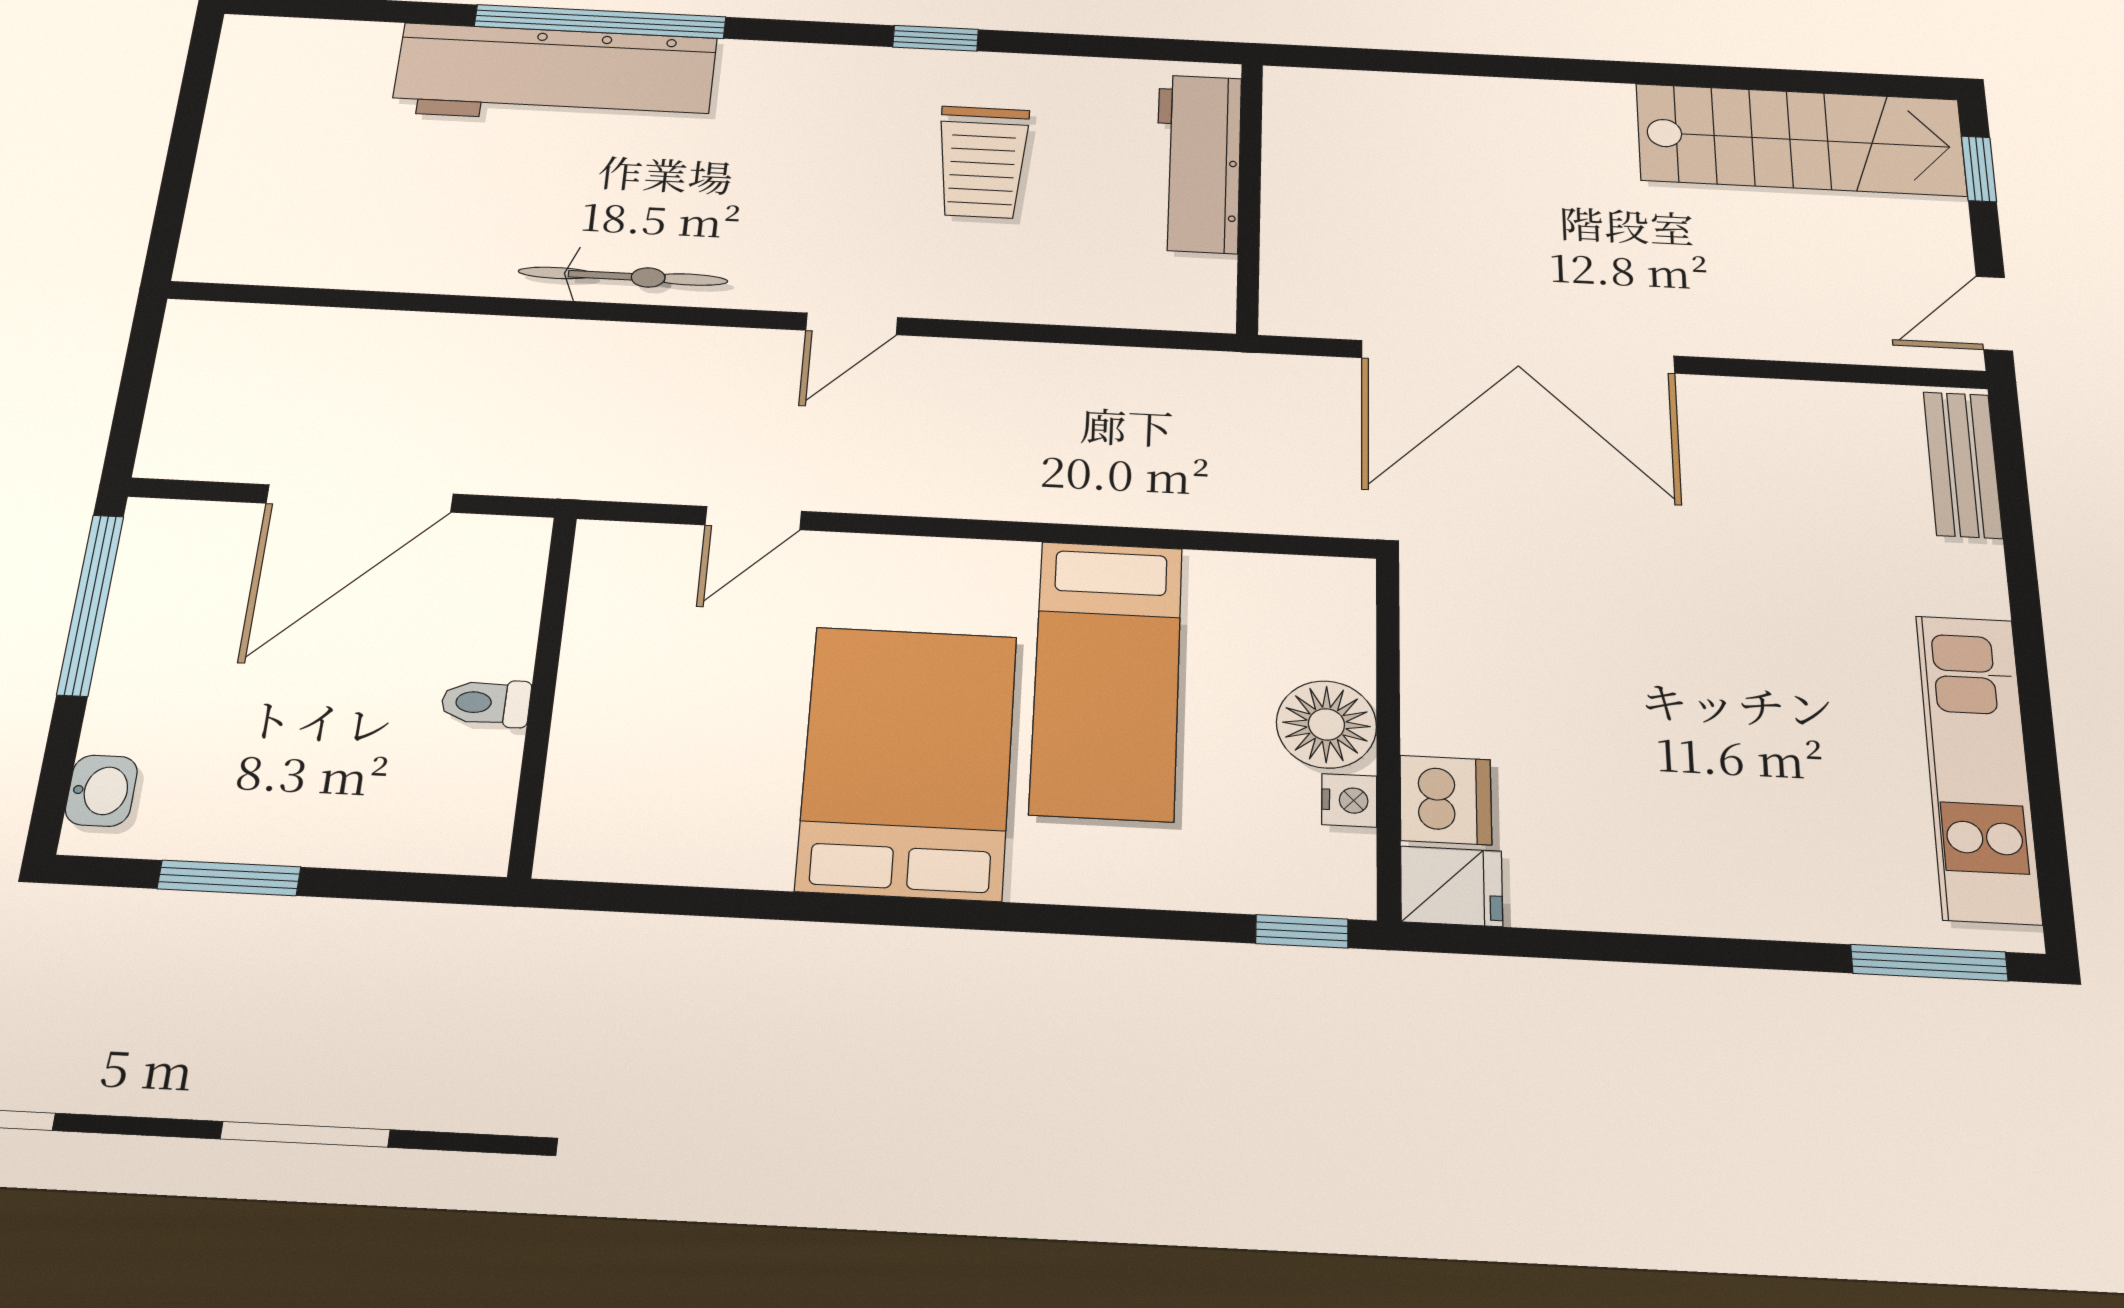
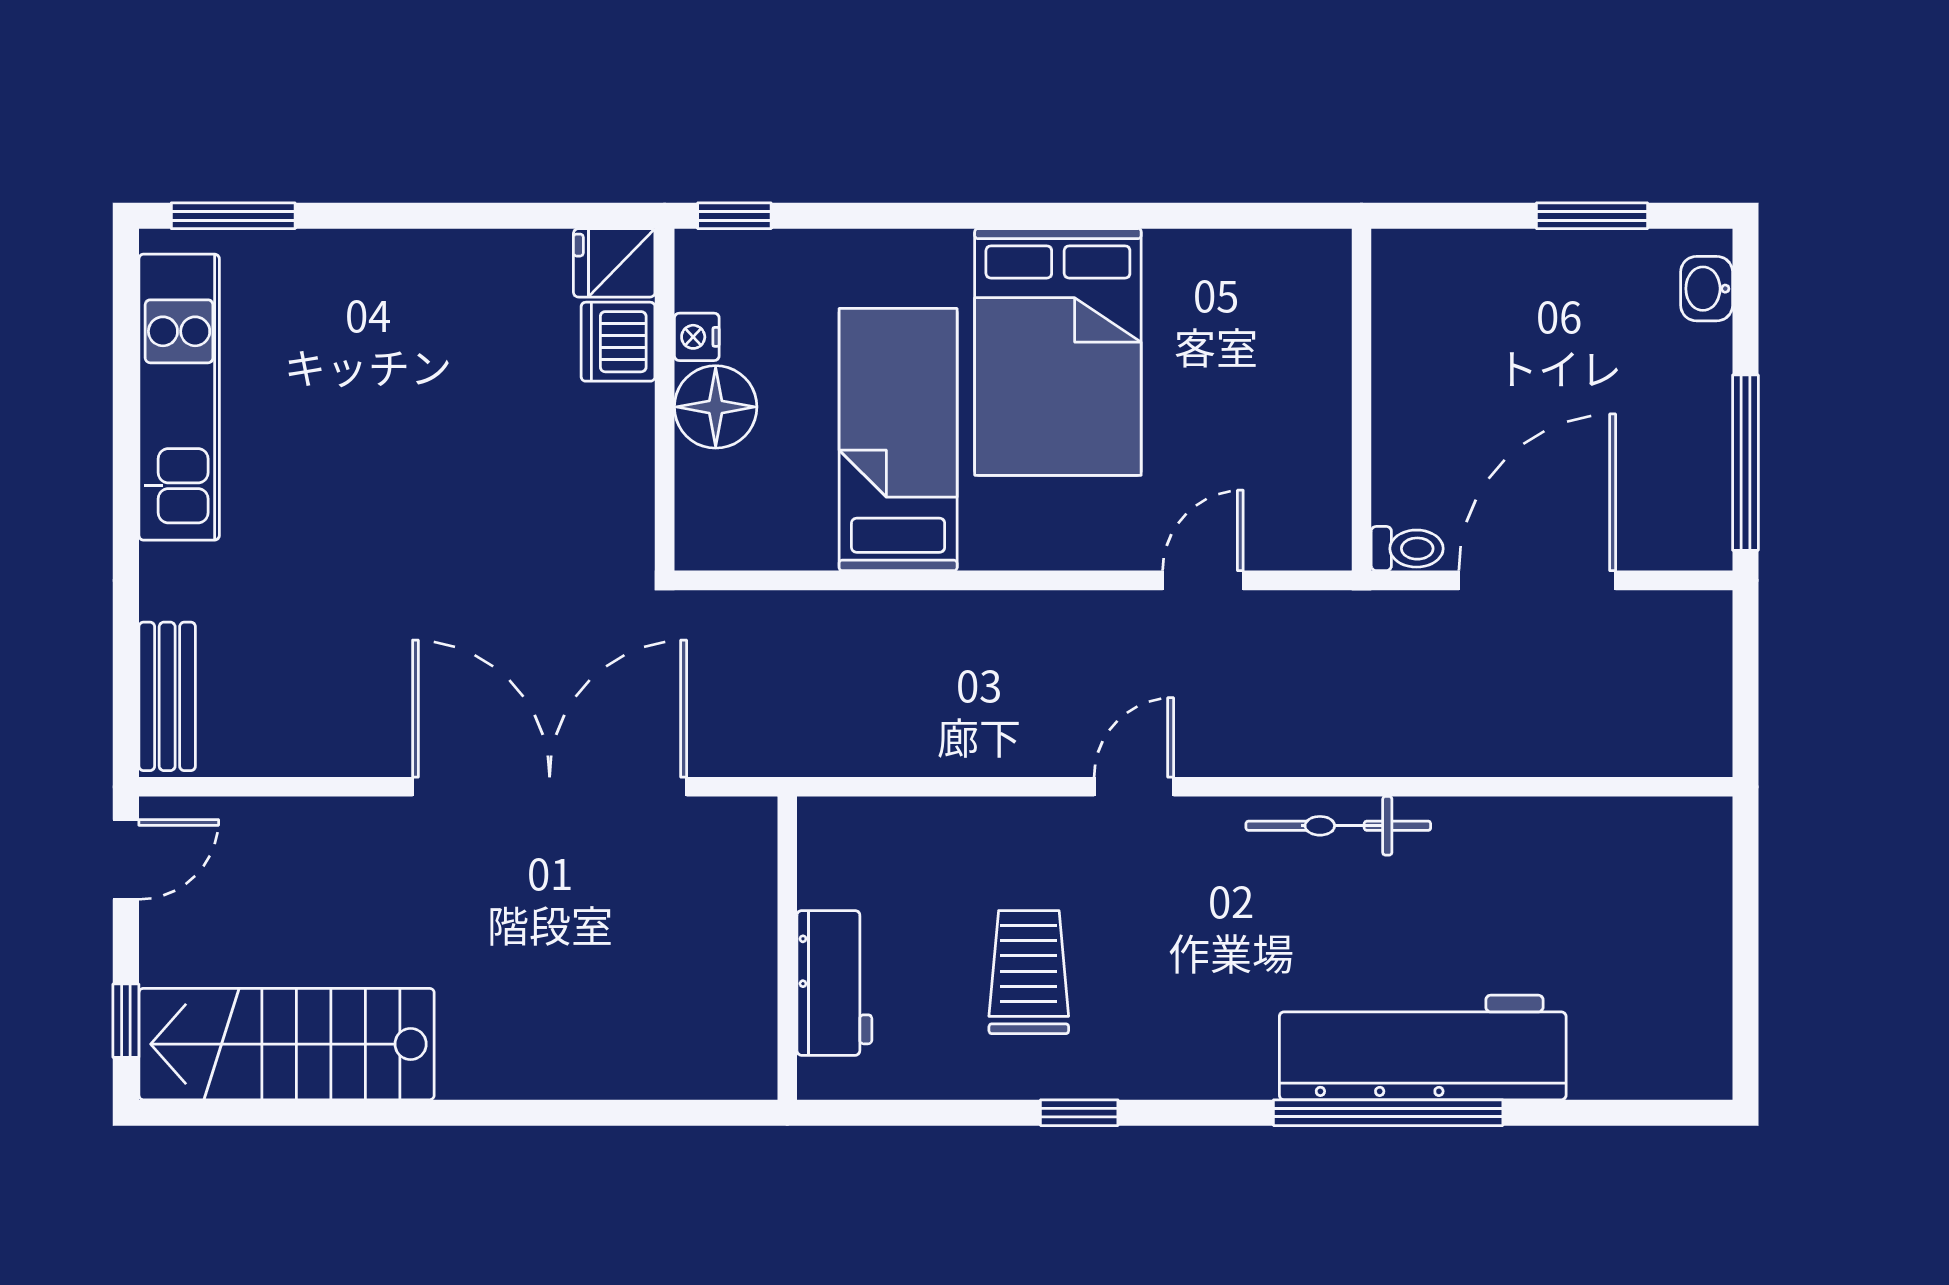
workbench: (1198, 163) -> (834, 983), width x0.73
toilet: (486, 703) -> (1407, 549), moved

